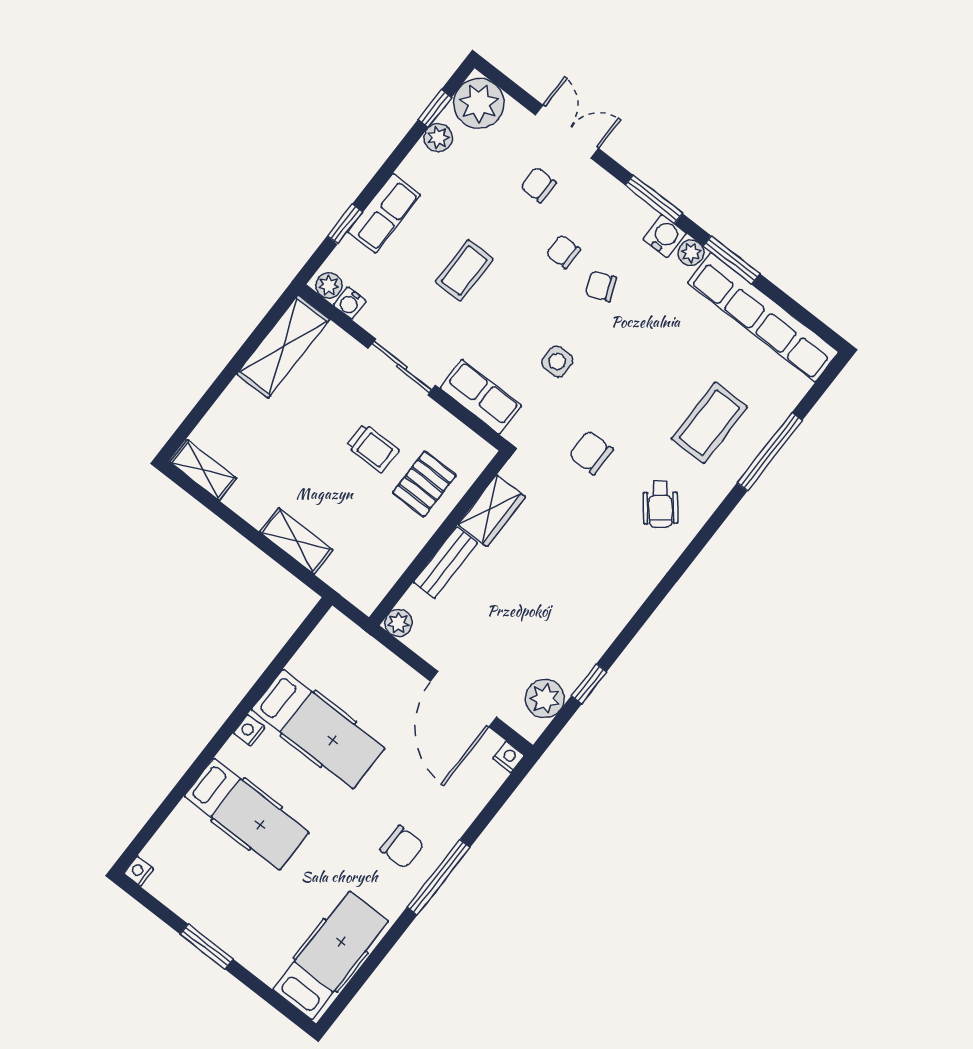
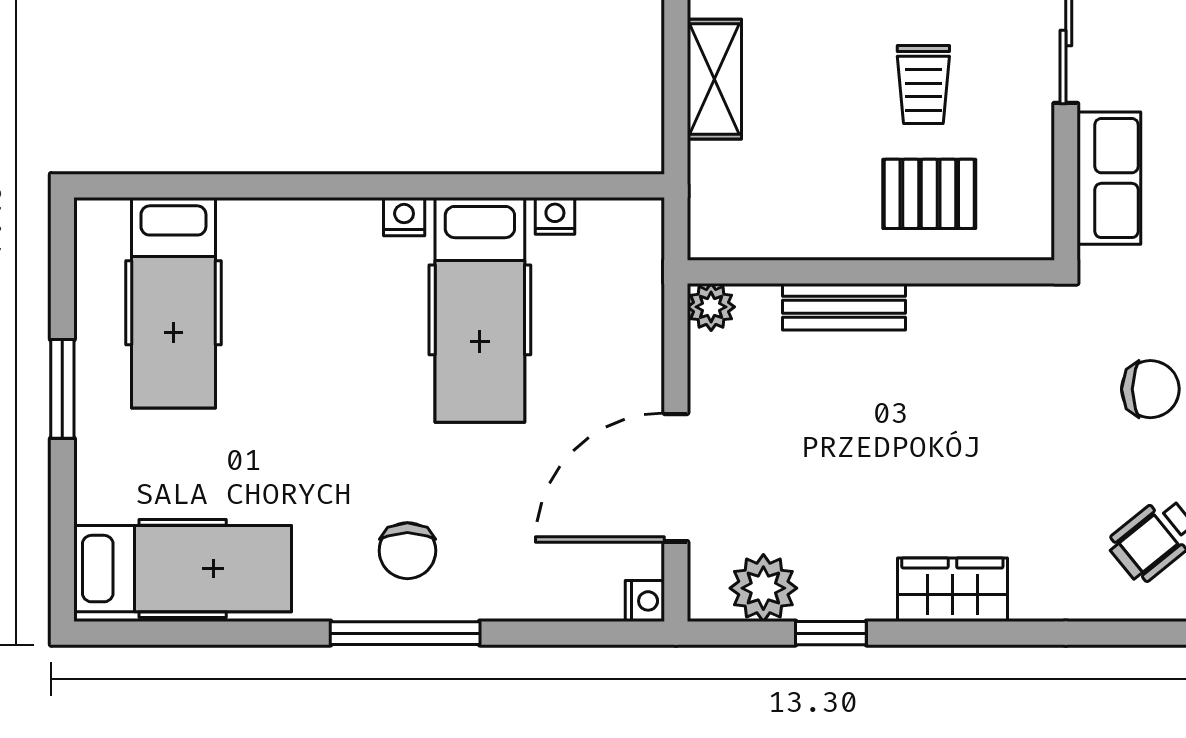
chair: (591, 453) -> (1150, 389), turned 90
wardrobe: (492, 511) -> (952, 590), moved, turned 180
hospital bed: (247, 814) -> (173, 303), moved
nightstand: (139, 871) -> (555, 216), moved

